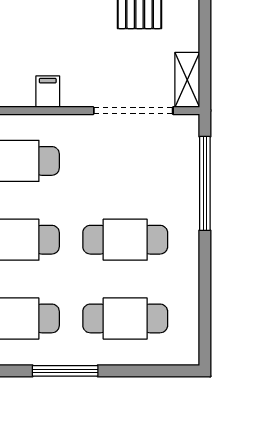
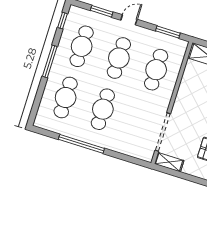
filing cabinet: (48, 92) -> (184, 94), removed
window: (205, 183) -> (81, 144), moved

